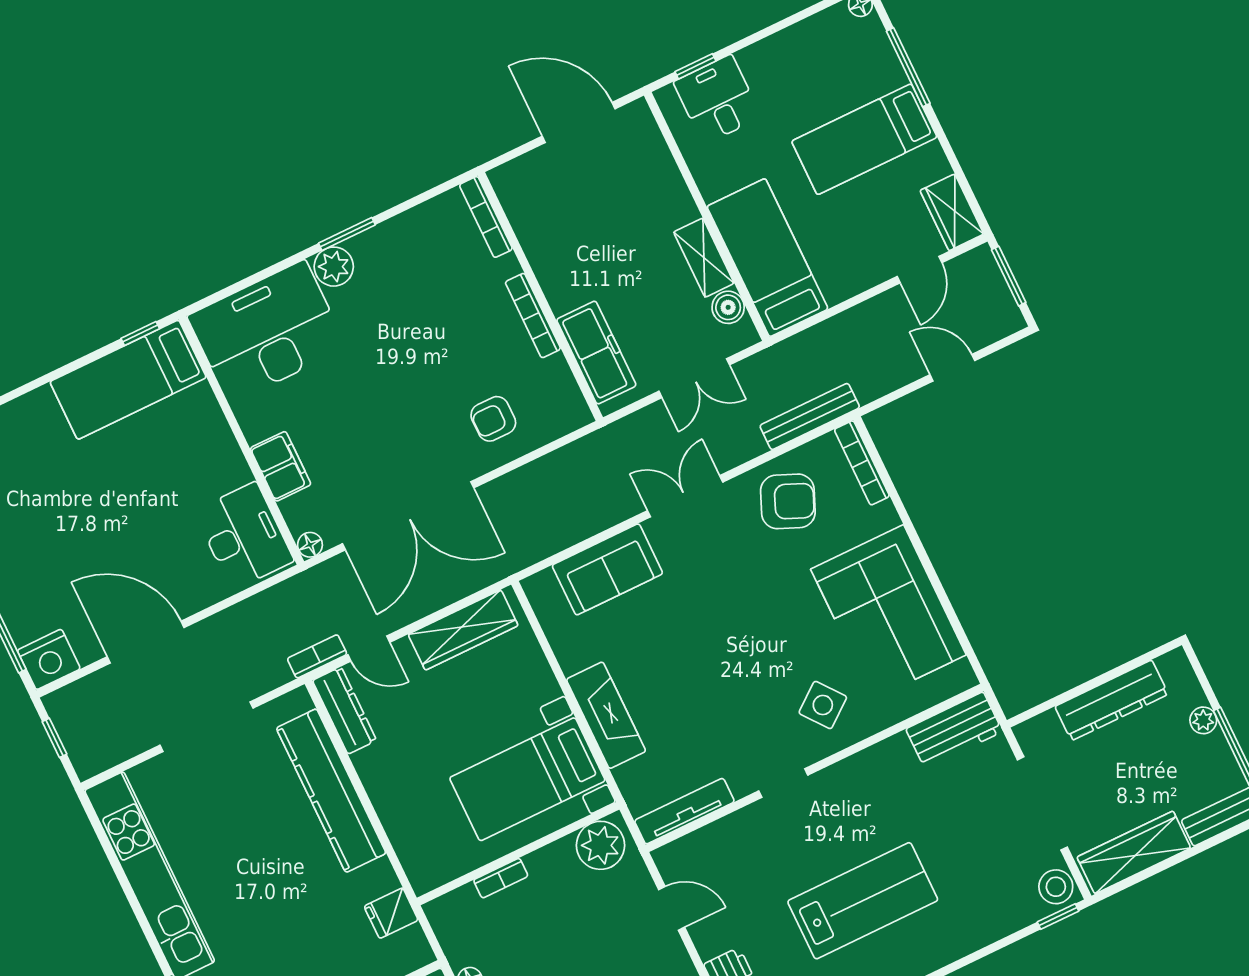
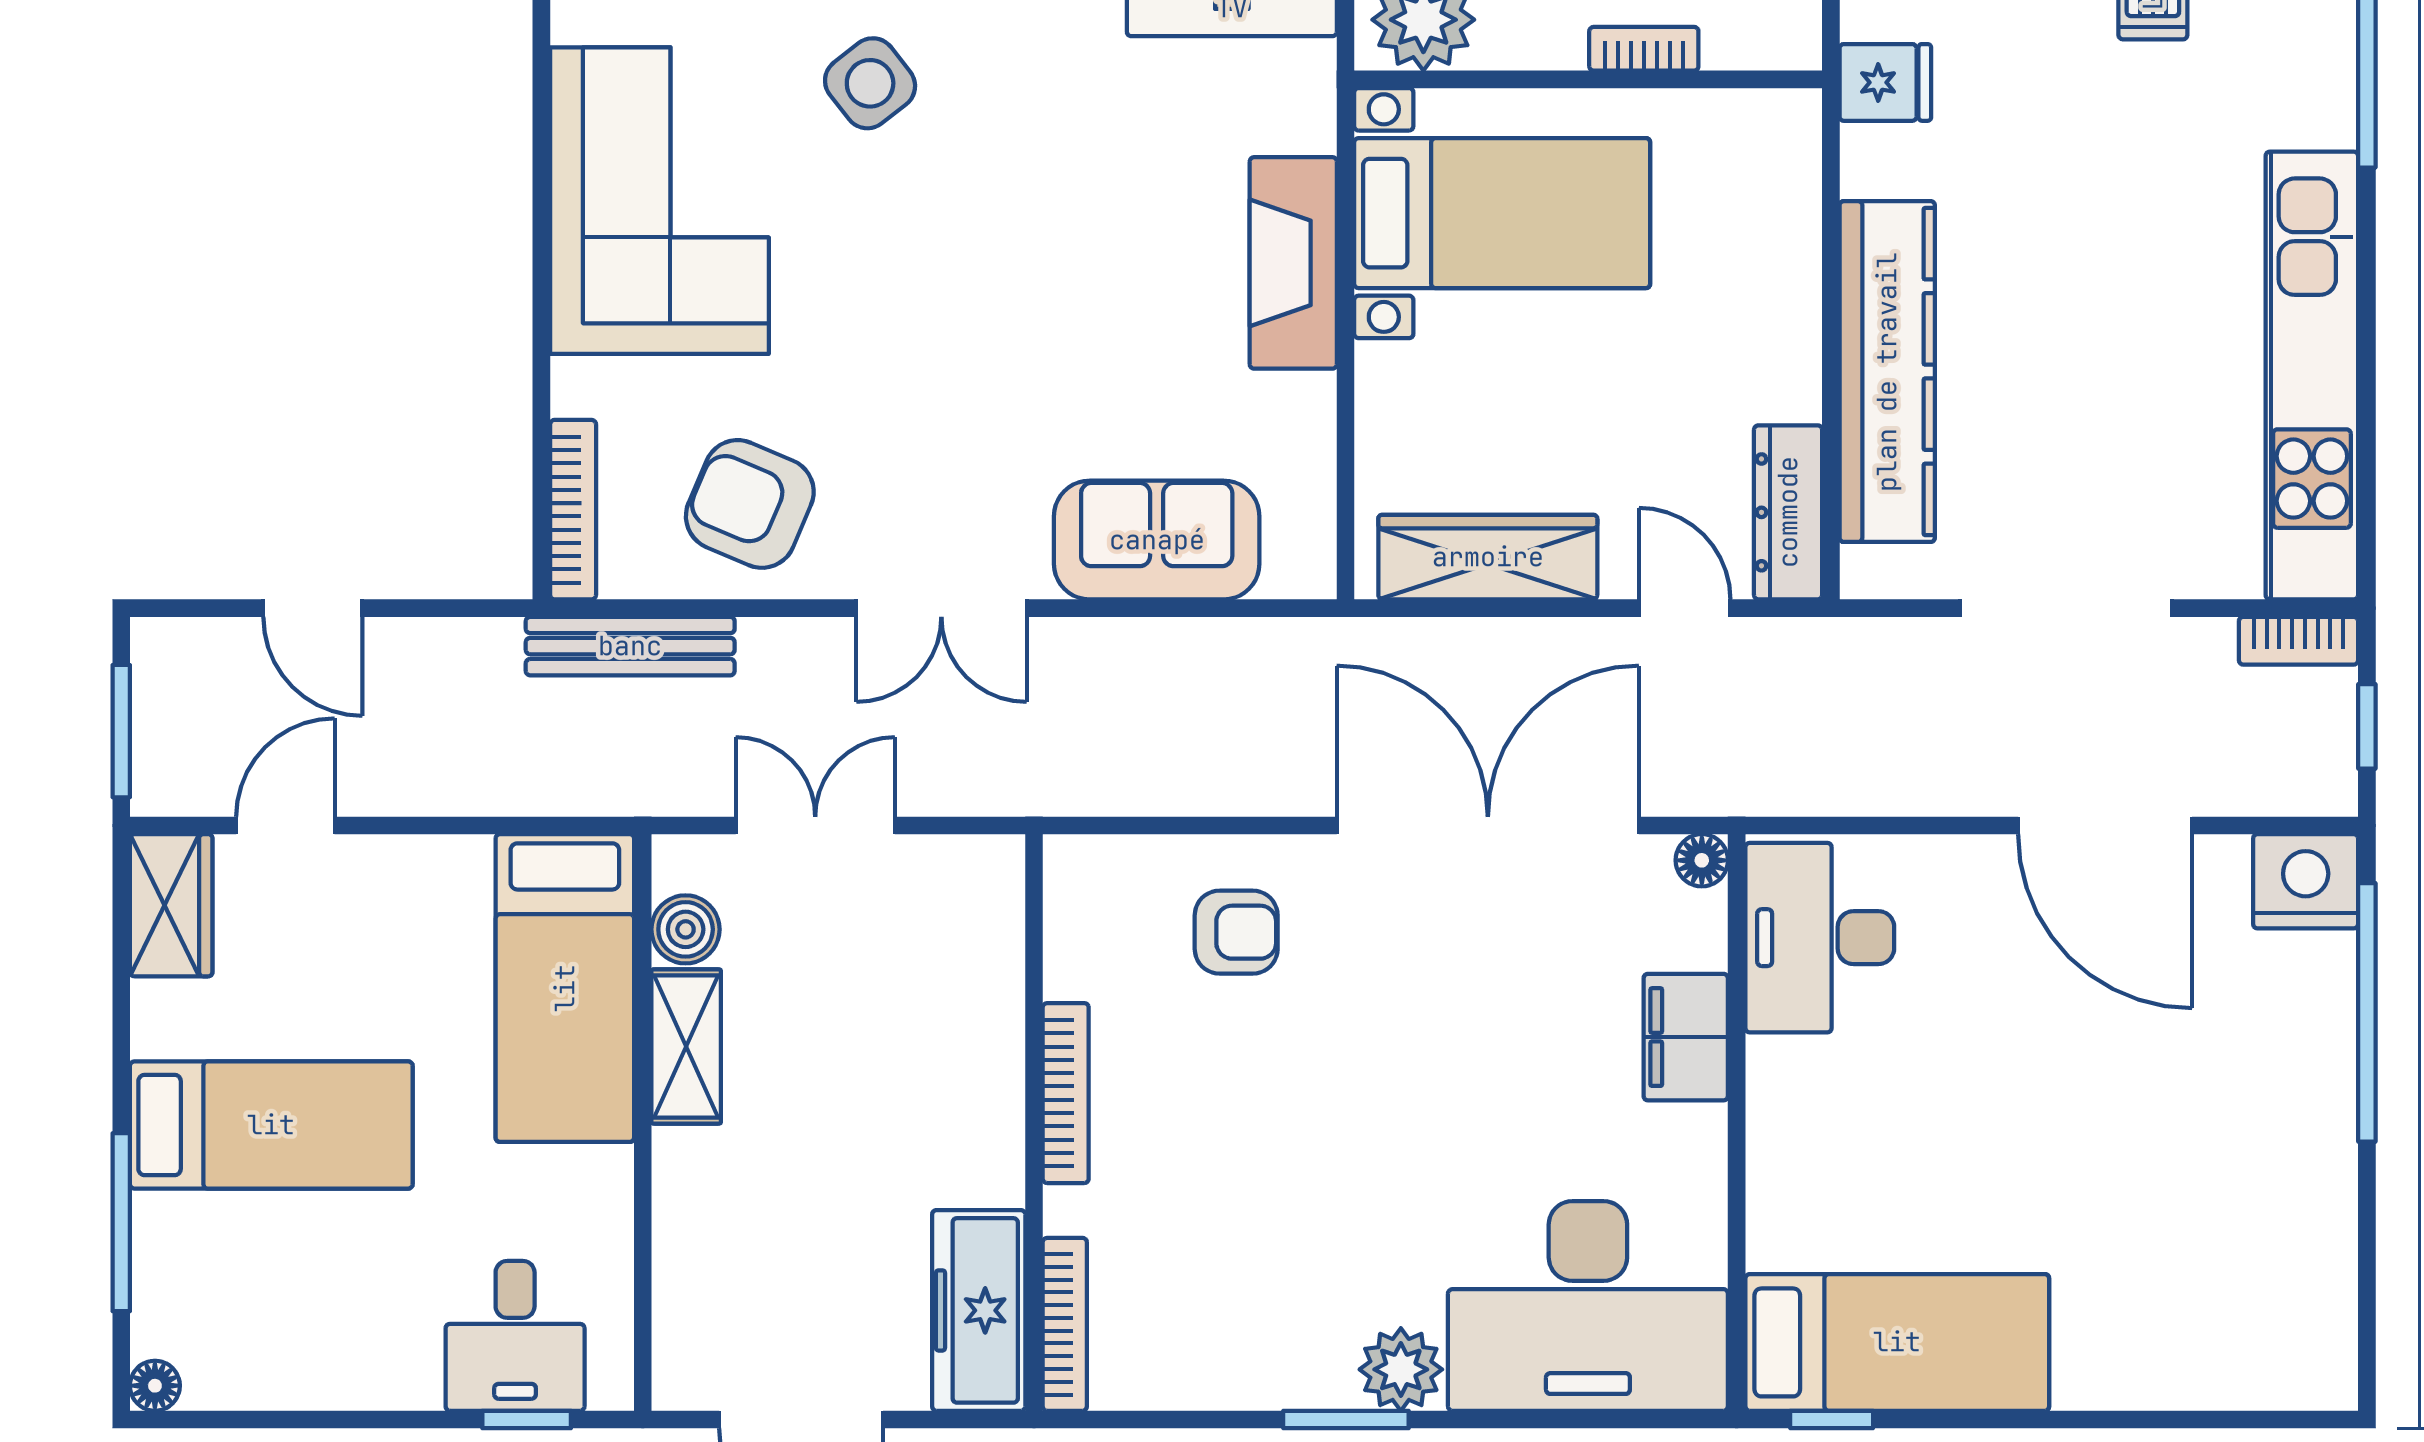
freezer: (596, 353) -> (979, 1310), moved
bookcase: (317, 656) -> (2298, 641), moved

